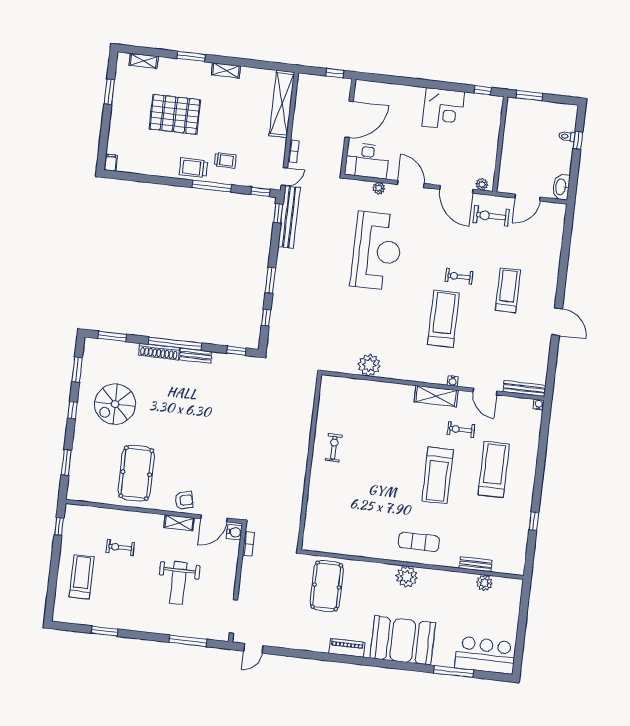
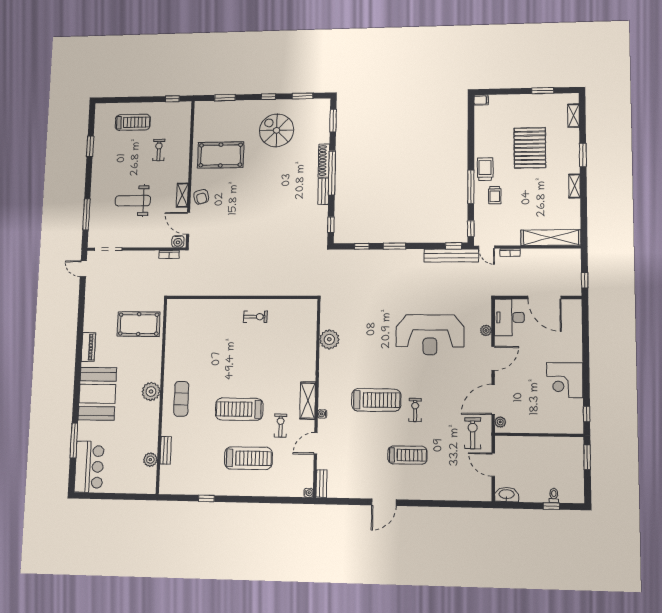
bench: (524, 388) -> (321, 483), width x0.73

